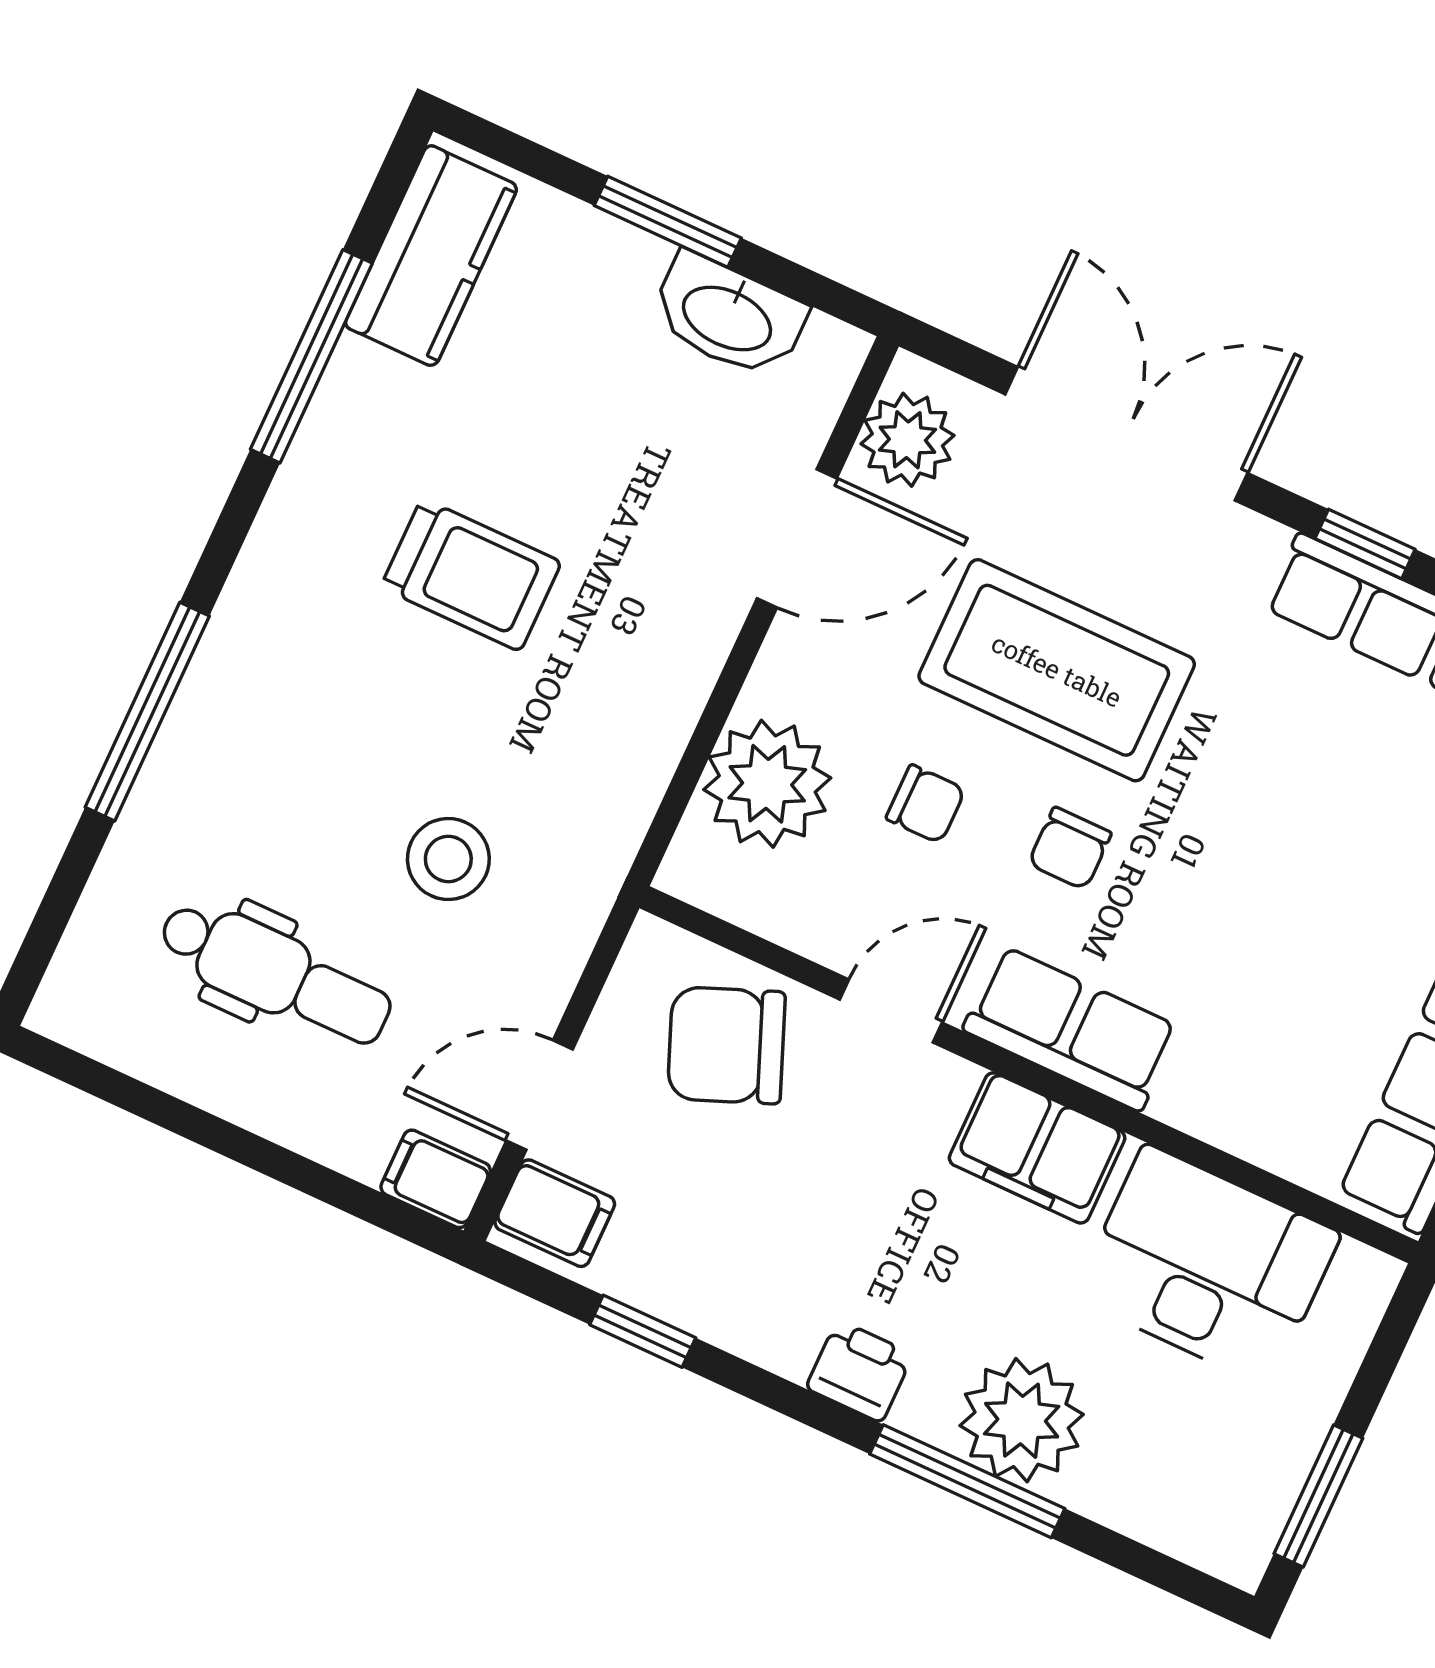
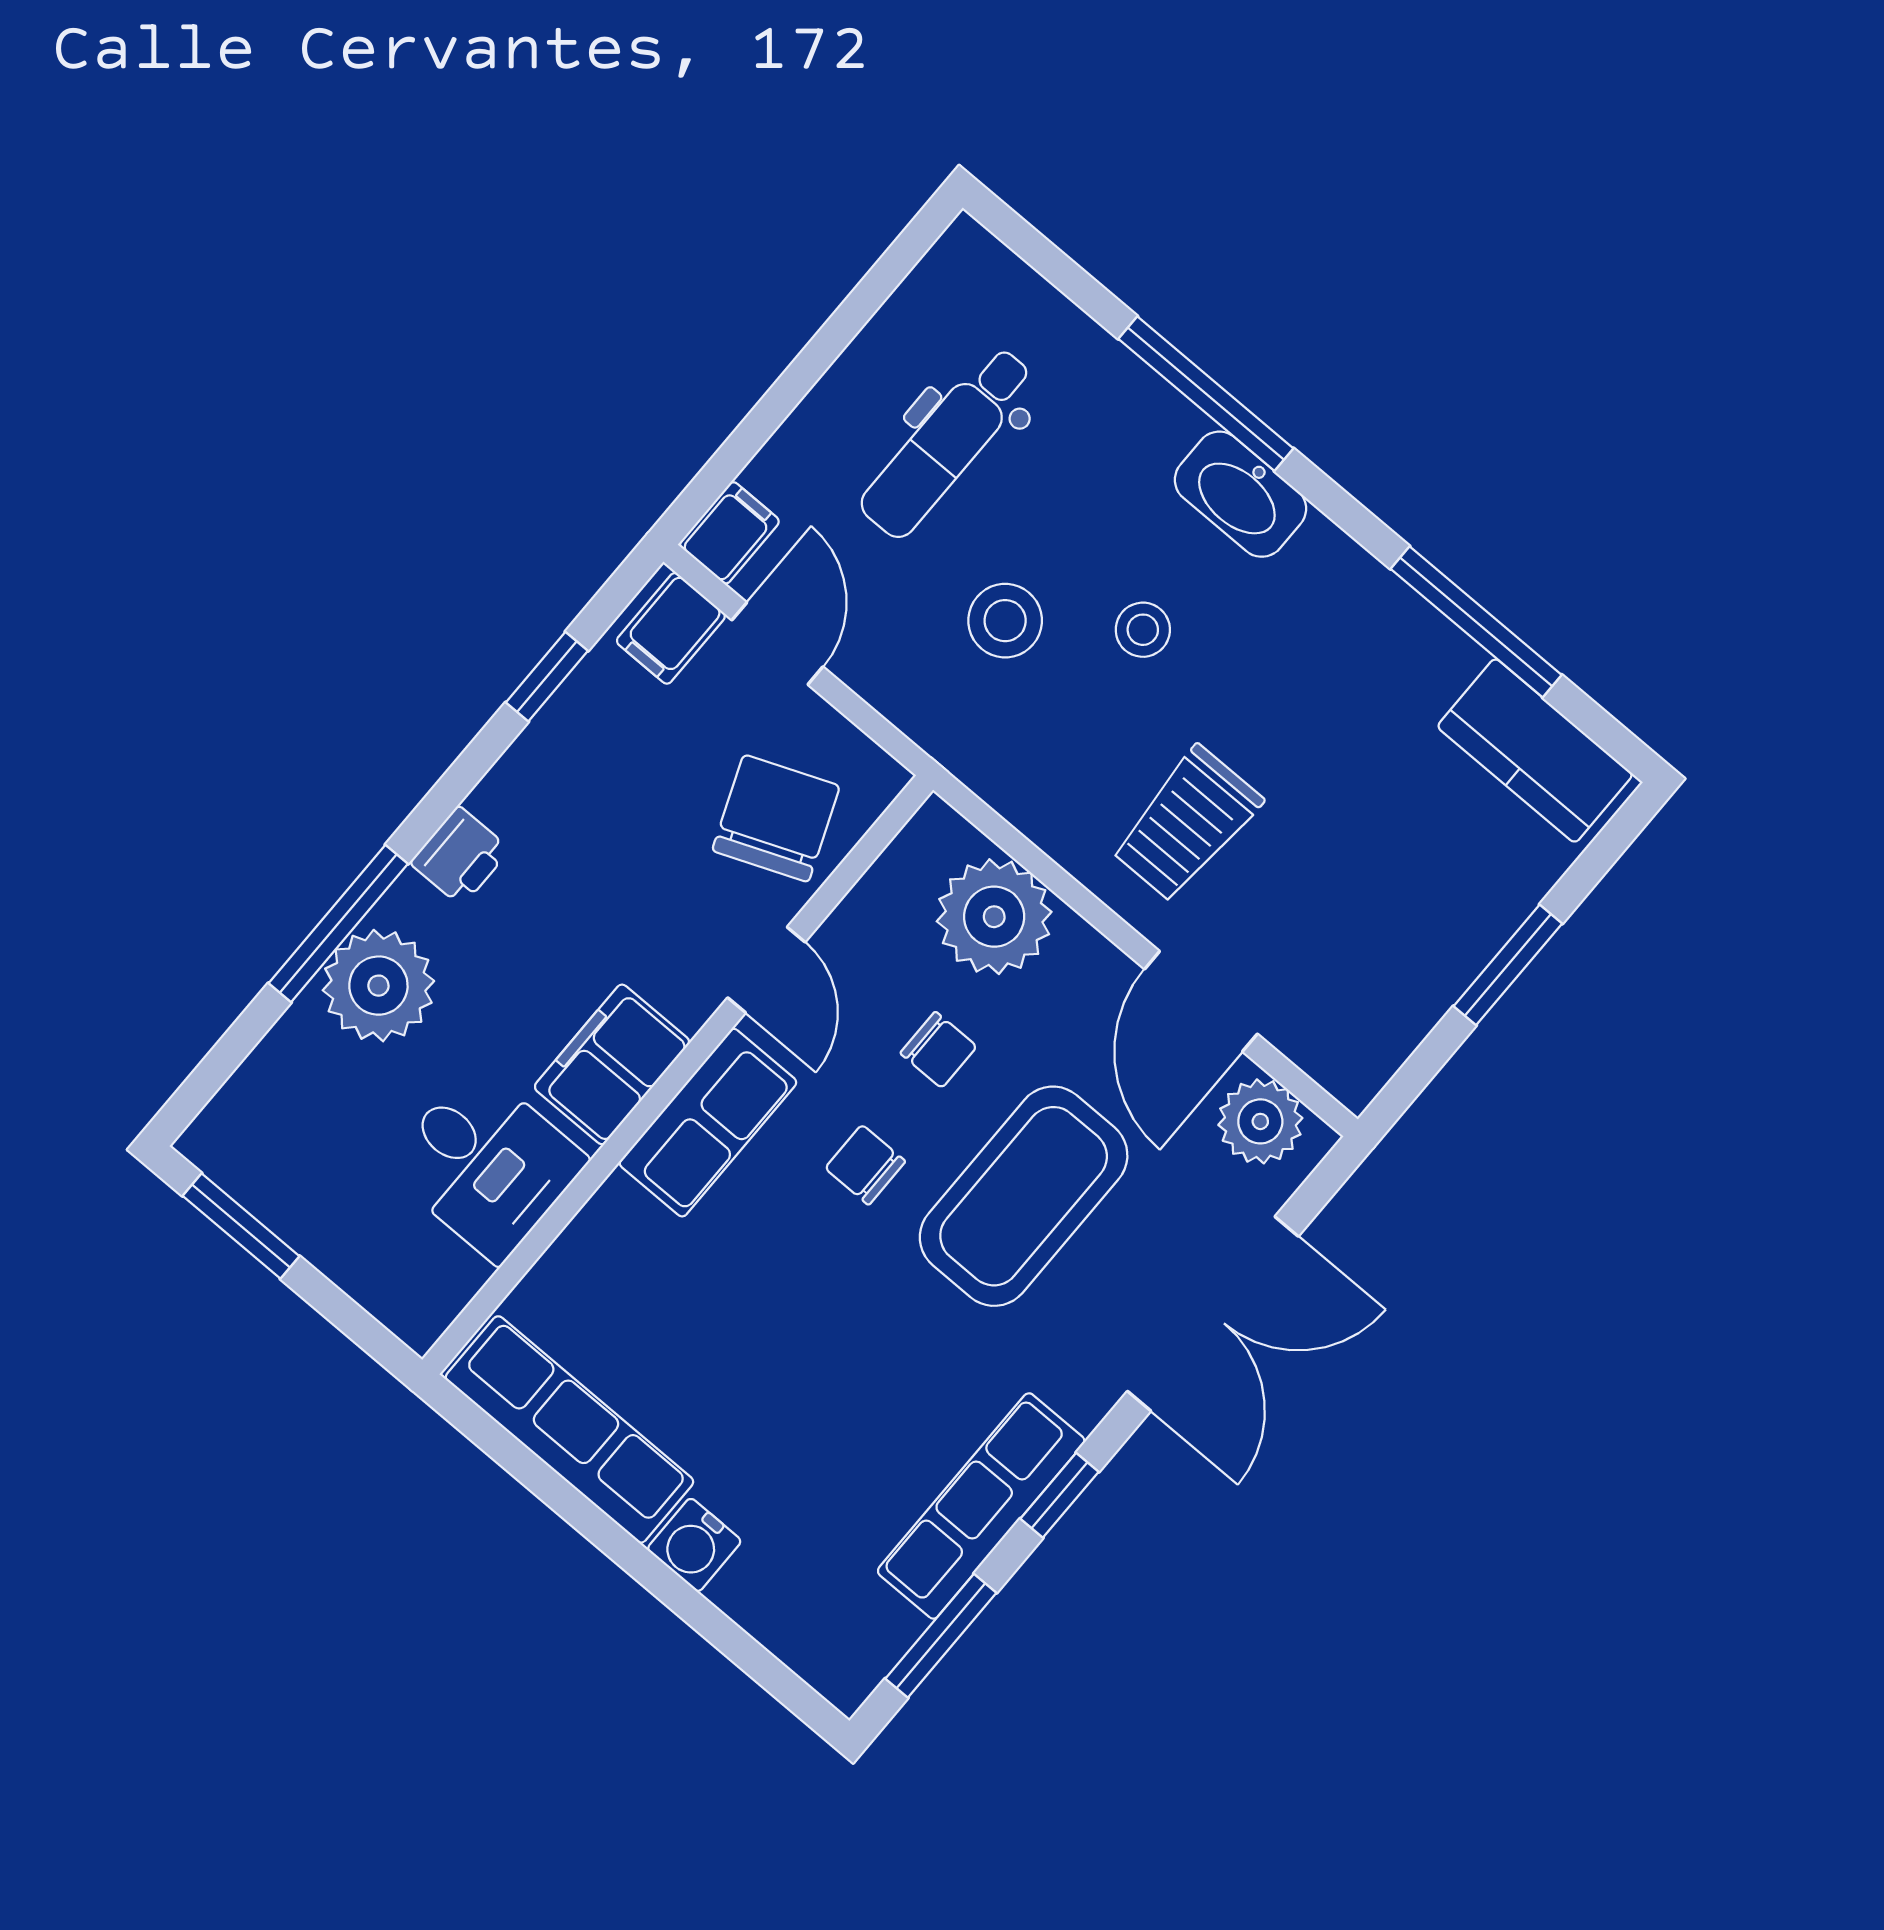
washbasin: (728, 316) -> (1240, 494), moved, turned -90
trolley: (471, 575) -> (1186, 824), moved
stool: (418, 709) -> (1143, 630), added
chair: (926, 804) -> (939, 1050), turned -90
desk: (1207, 1265) -> (486, 1164), width x0.73

